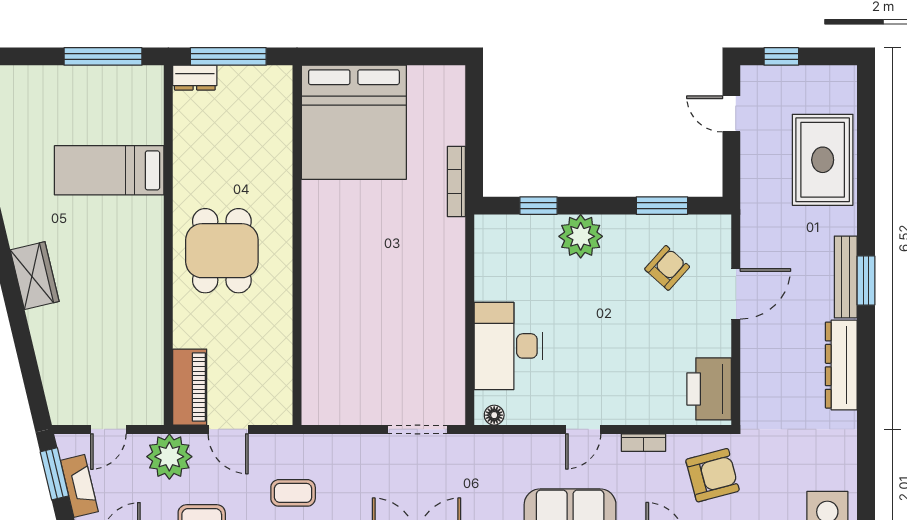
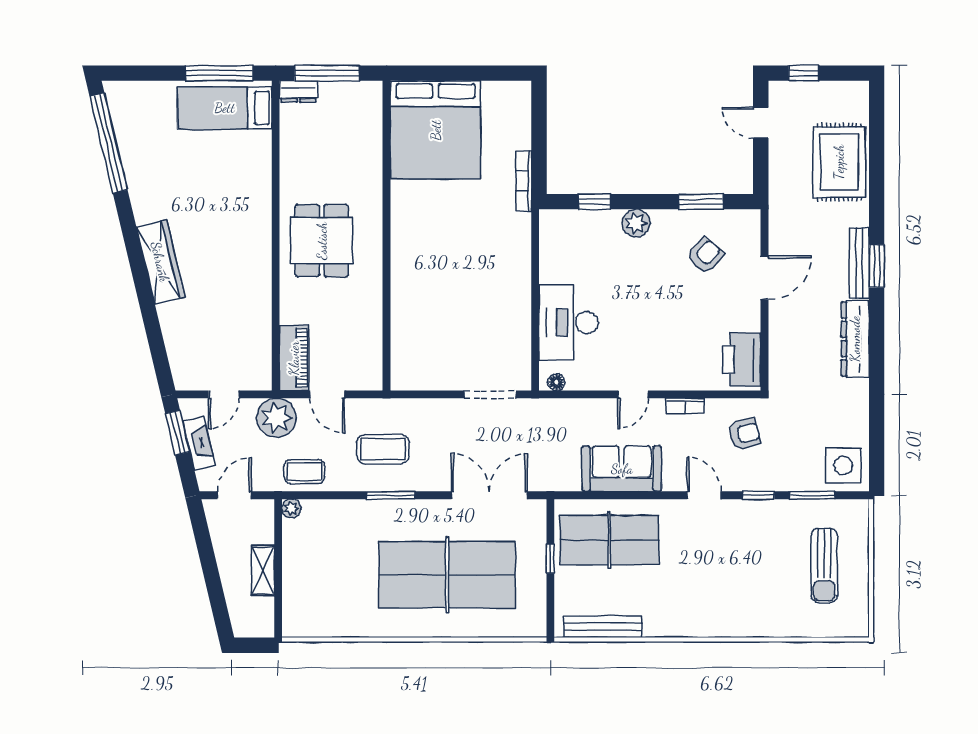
bed: (109, 170) -> (225, 108), moved
plant: (581, 236) -> (636, 223), width x0.73, depth x0.73
wardrobe: (35, 276) -> (160, 262), width x1.50
armchair: (713, 475) -> (744, 434), width x0.72, depth x0.72
coffee table: (293, 493) -> (383, 449), width x1.36, depth x1.30

